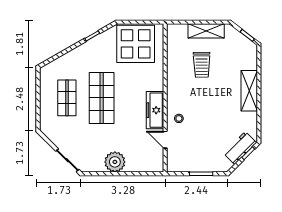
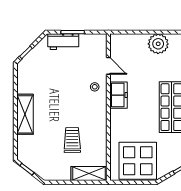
shelving: (206, 31) -> (89, 174), moved
freezer: (155, 110) -> (118, 95), width x0.71
workbench: (240, 148) -> (63, 42), moved, turned 45

